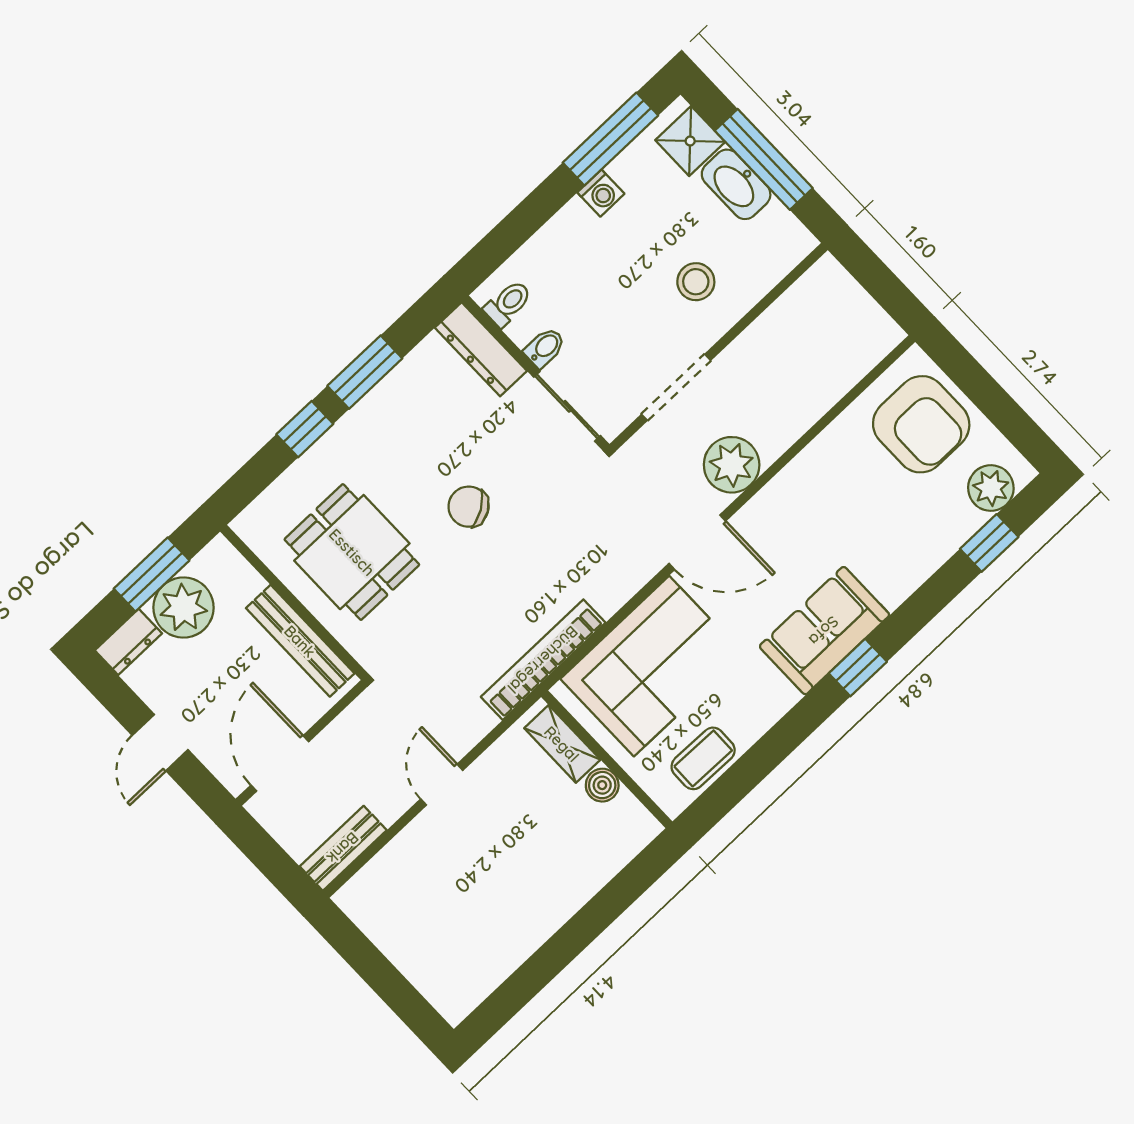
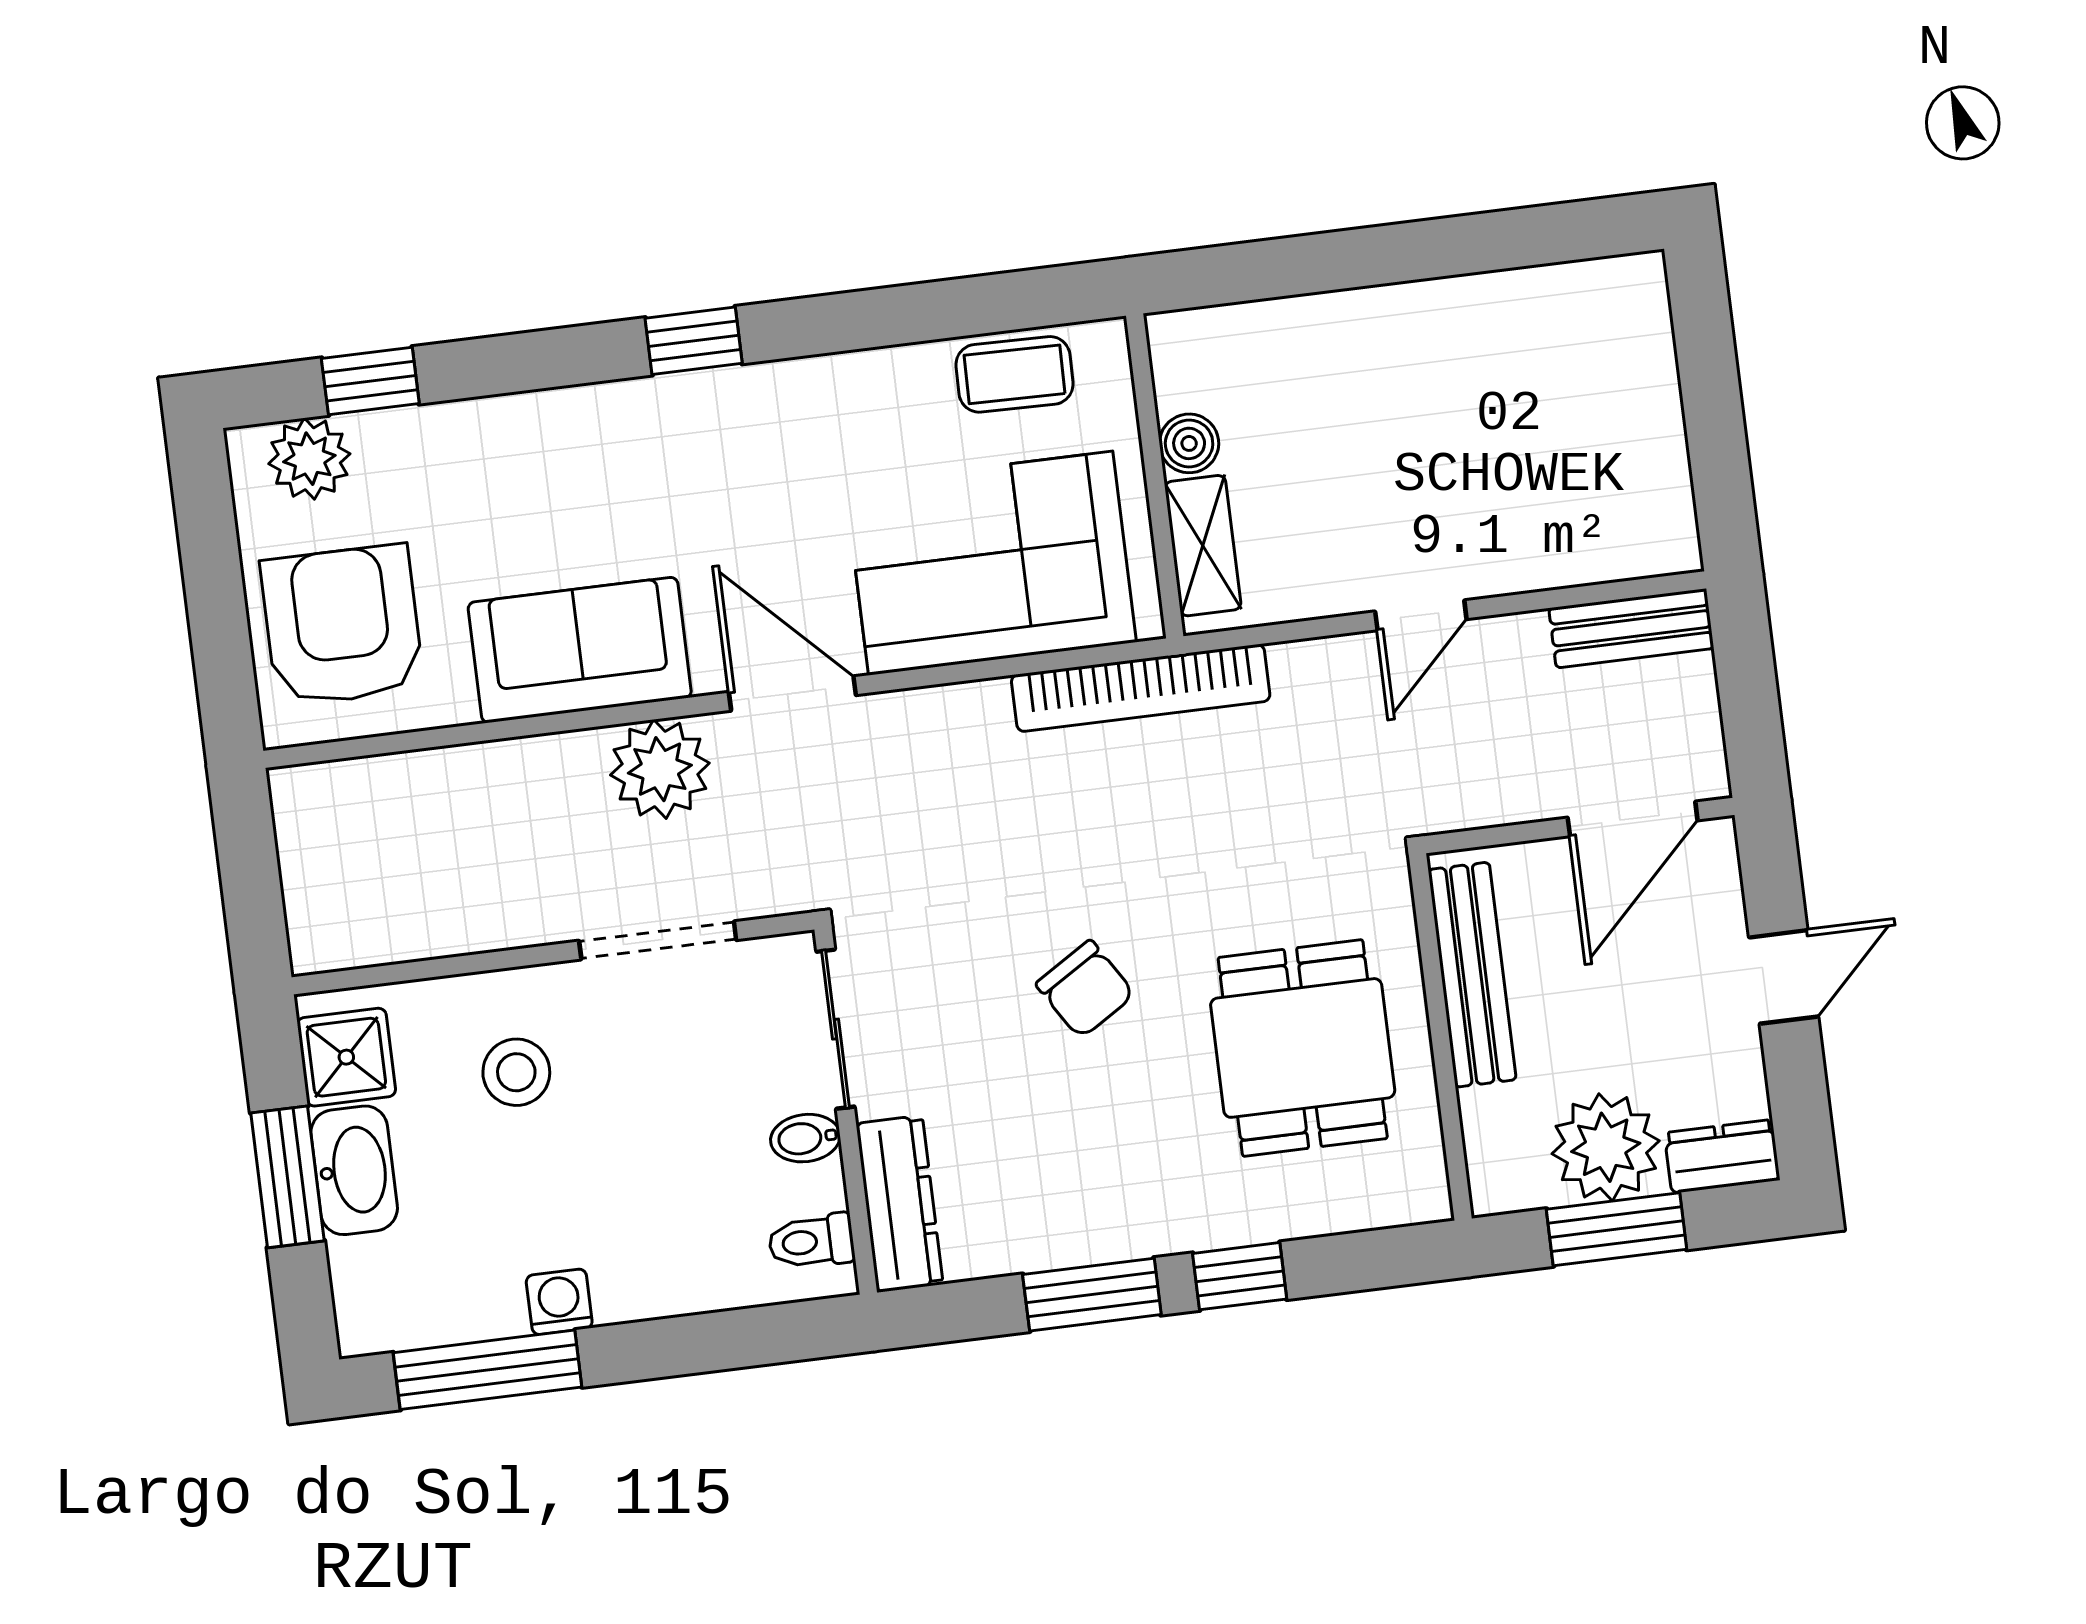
shower: (690, 141) -> (346, 1057), moved
window: (764, 159) -> (287, 1177), width x0.69
sofa: (824, 631) -> (580, 650), moved, turned 180

